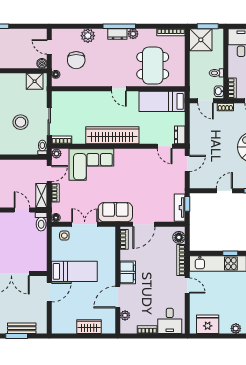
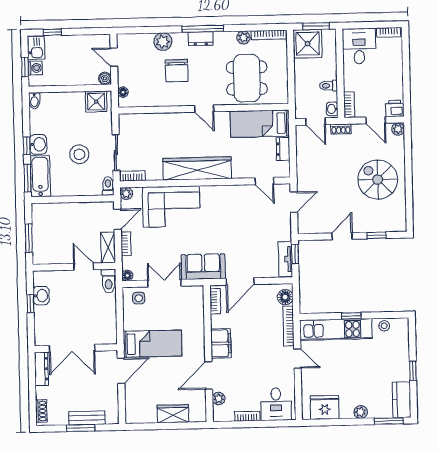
plant: (133, 34) -> (243, 37), moved
chair: (76, 60) -> (177, 71), moved
dresser: (180, 135) -> (283, 149), moved

